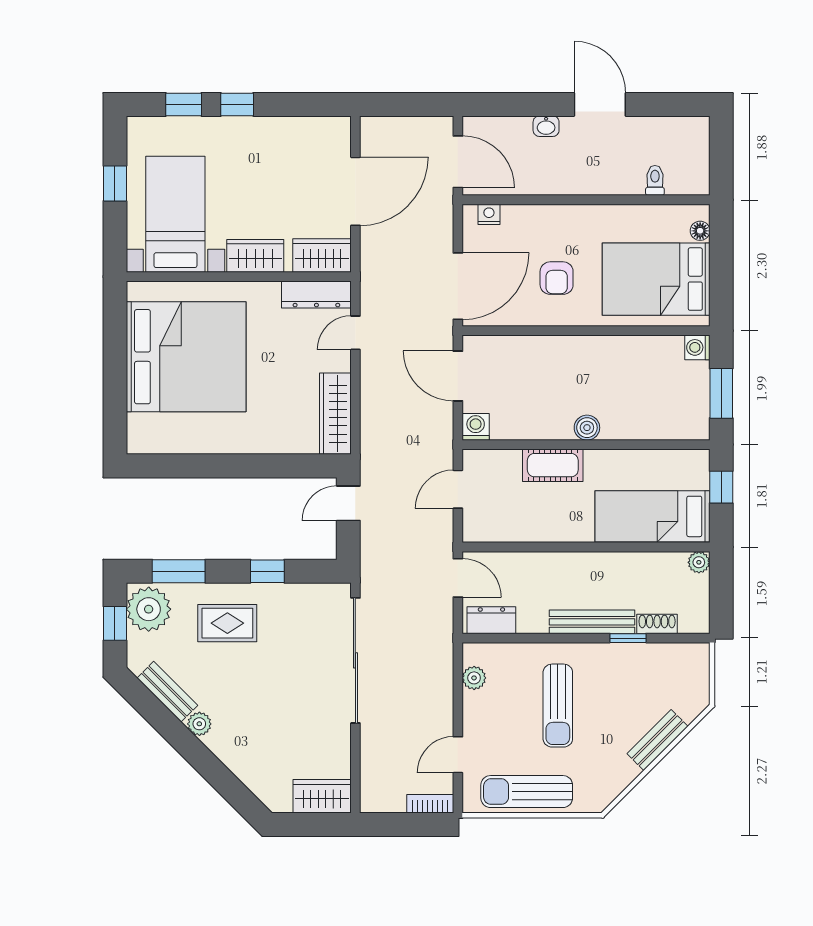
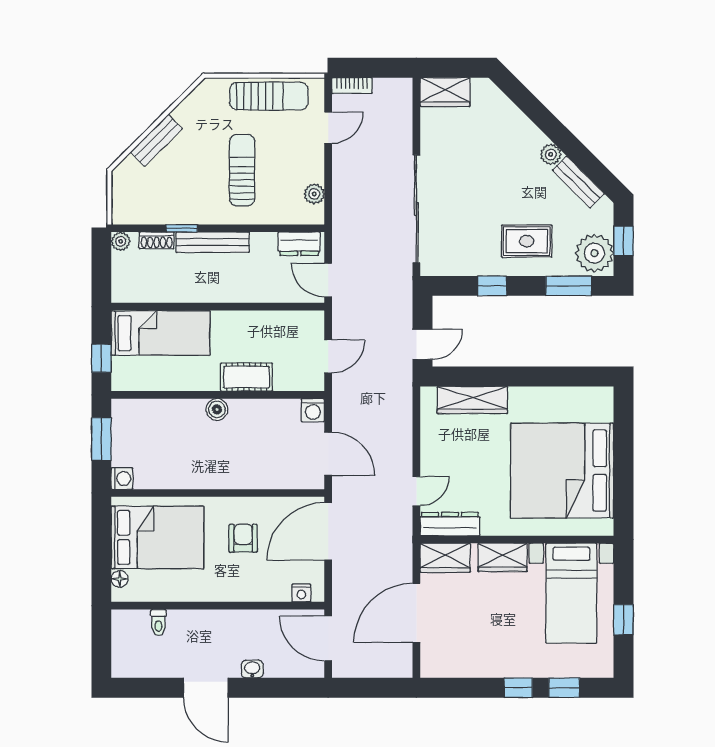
wardrobe: (335, 414) -> (472, 400), moved, turned 90
plant: (699, 562) -> (121, 241), moved

